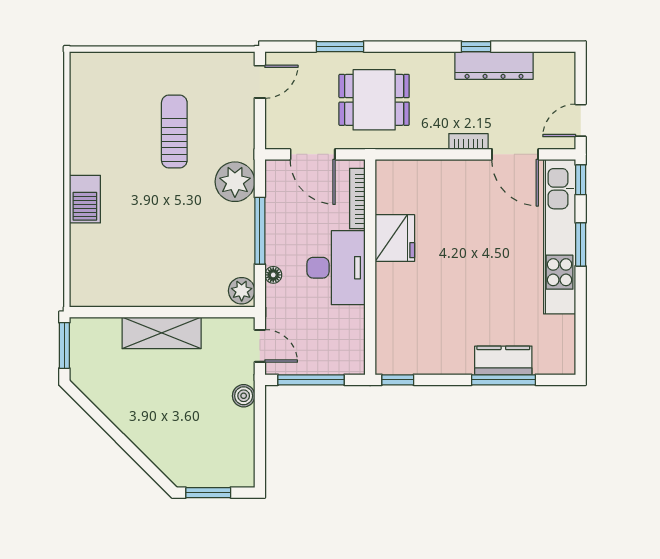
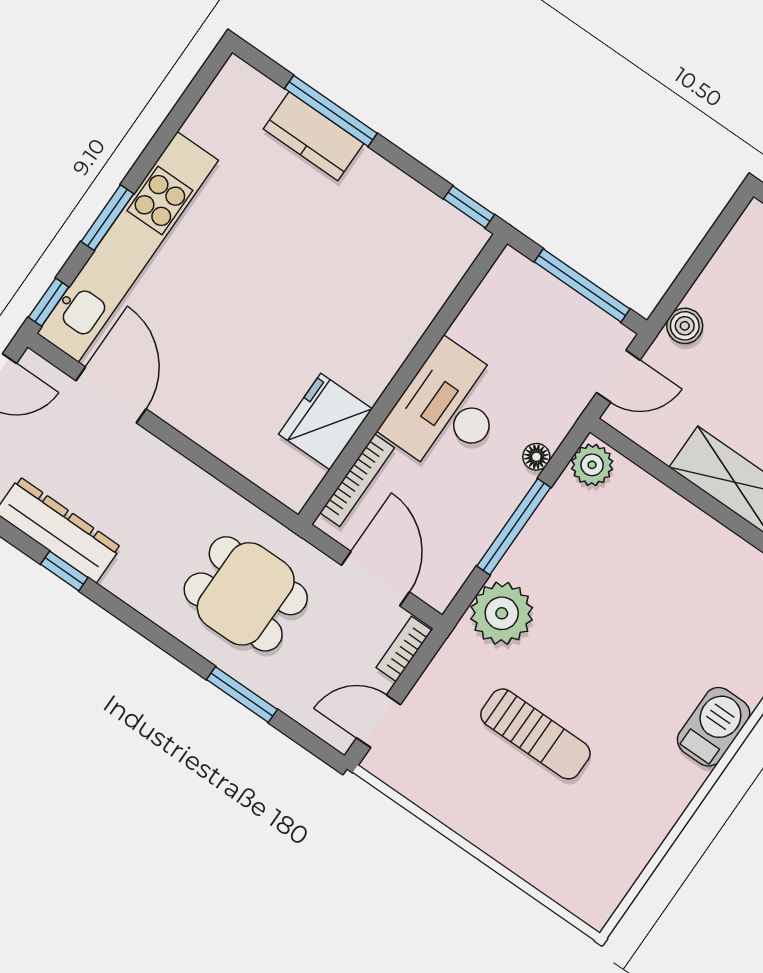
sun lounger: (174, 132) -> (535, 734), turned -90
bookcase: (468, 141) -> (404, 649), moved, turned 90
fridge: (395, 238) -> (325, 421), moved
door: (260, 346) -> (618, 376), swing flipped

